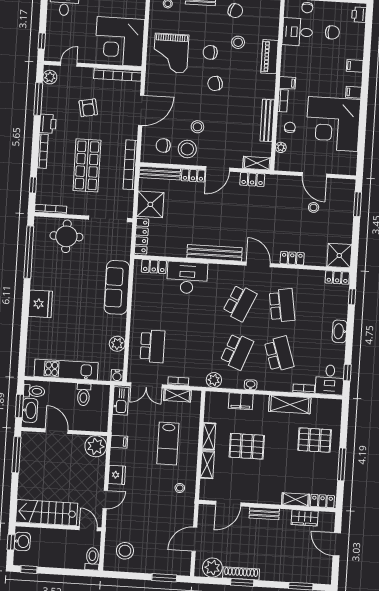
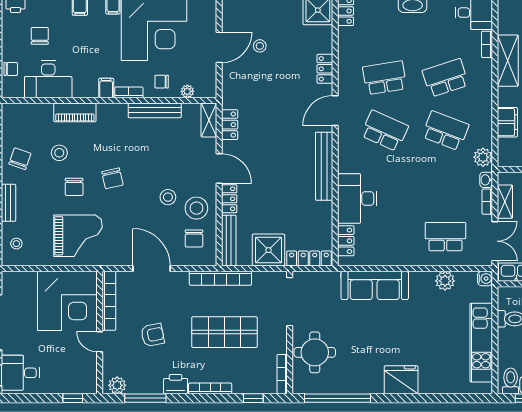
desk: (297, 32) -> (48, 79), width x1.37
door: (69, 64) -> (100, 342), moved
washbasin: (251, 385) -> (486, 180), moved

